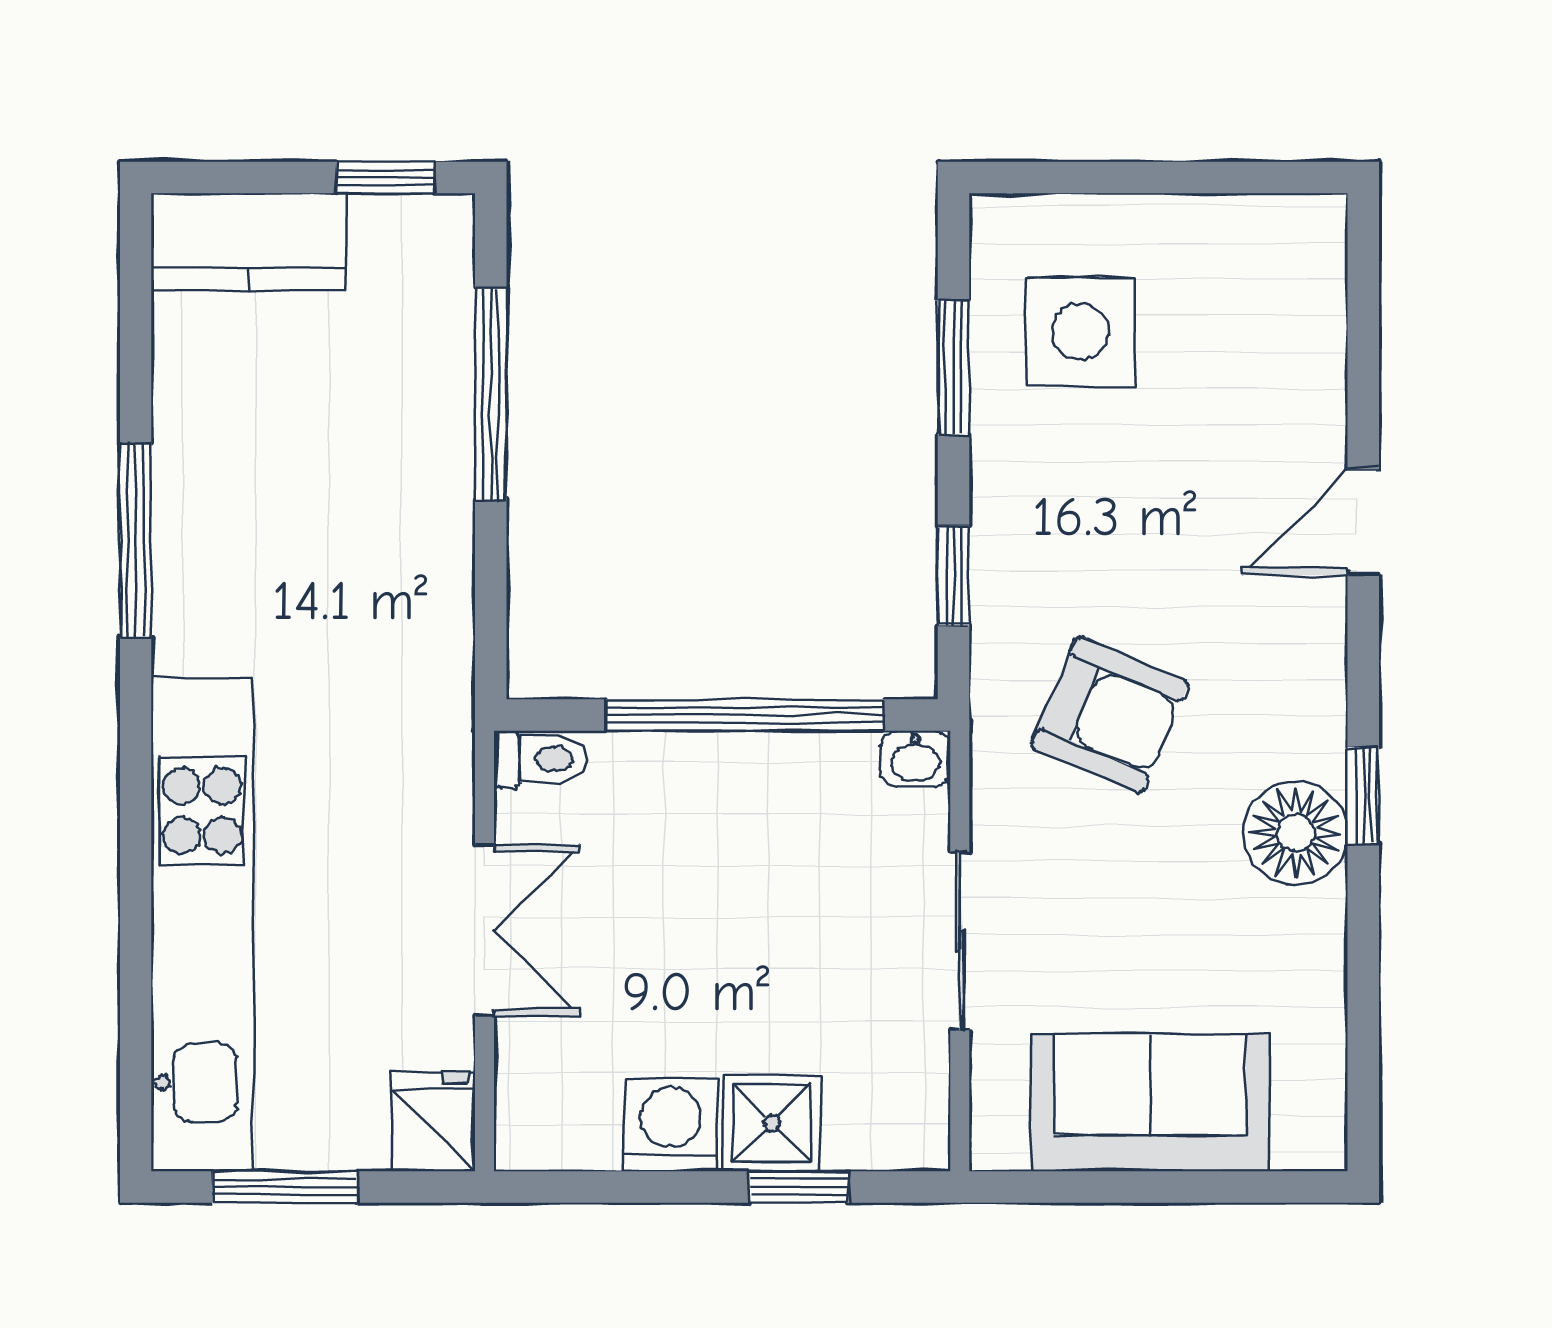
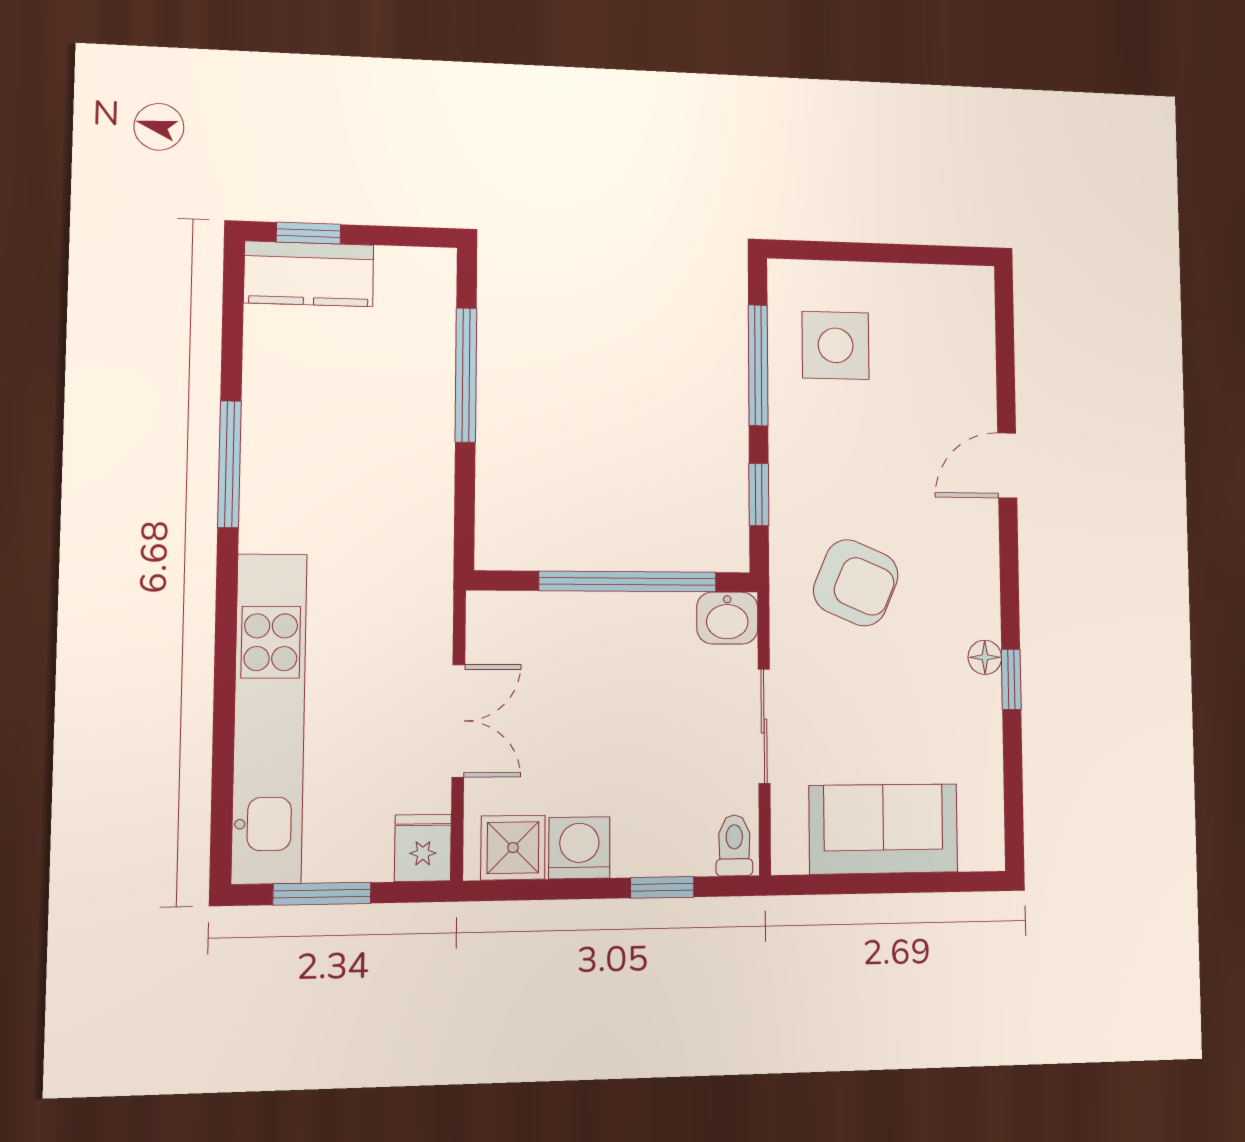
window: (385, 177) -> (308, 233), moved
window: (954, 368) -> (758, 365), width x1.44
toilet: (541, 759) -> (734, 845), moved, turned -90
washbasin: (915, 759) -> (727, 618), width x1.38, depth x1.45
window: (1363, 796) -> (1011, 679), moved
floor lamp: (1296, 833) -> (985, 657), width x0.53, depth x0.53
shower: (772, 1123) -> (513, 848), moved

